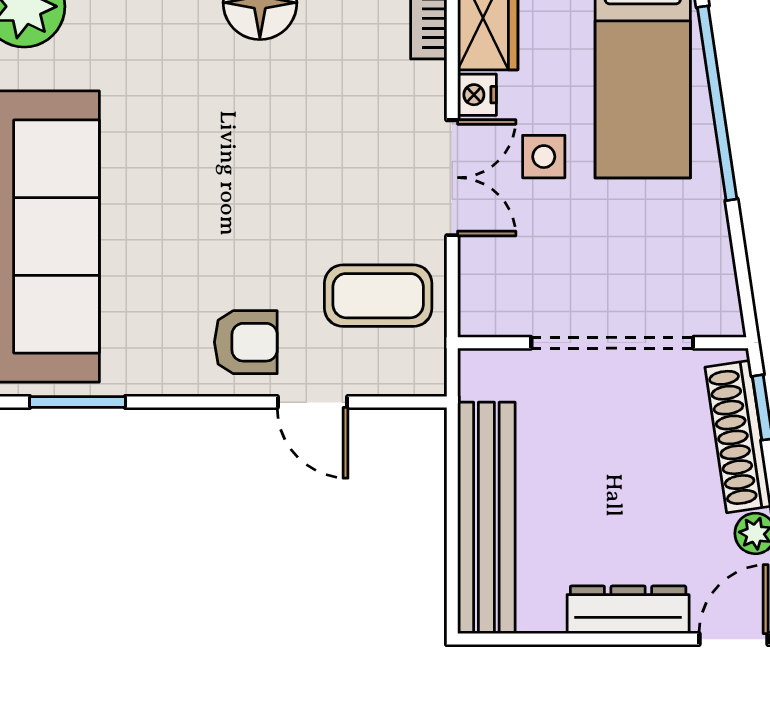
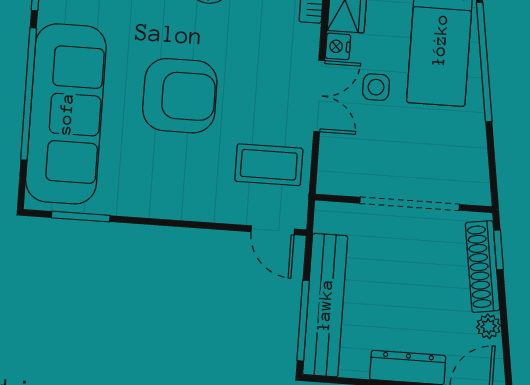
armchair: (246, 342) -> (180, 96), moved, width x1.88, depth x1.88
door: (313, 402) -> (273, 230), moved
window: (452, 546) -> (303, 321), added

